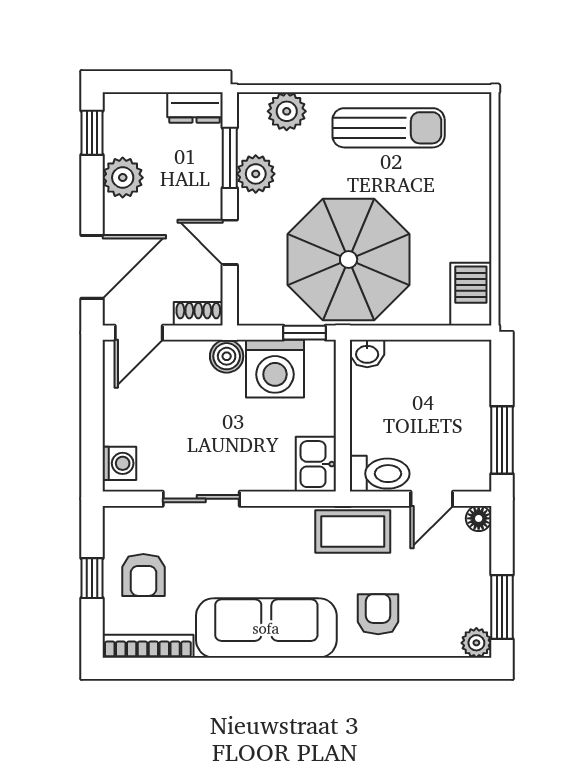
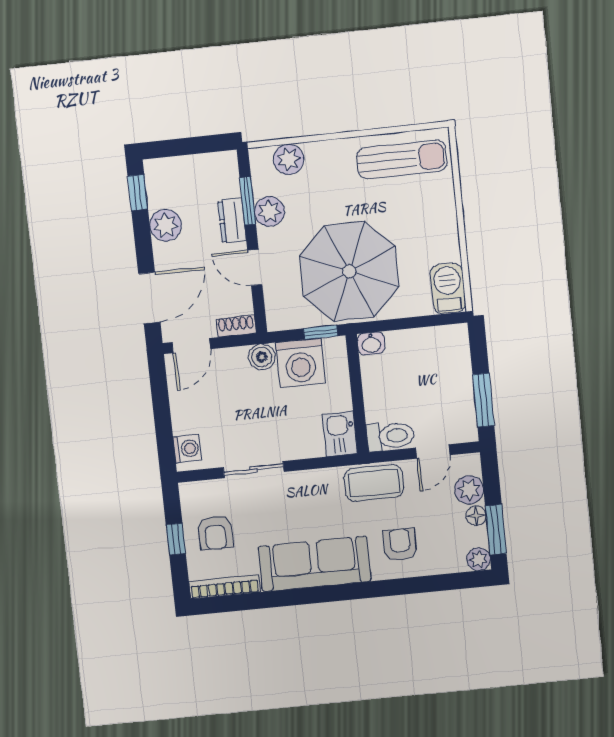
dresser: (195, 108) -> (232, 221), moved, turned 90
sun lounger: (389, 128) -> (402, 159), moved
floor lamp: (479, 518) -> (476, 516), moved
plant: (473, 552) -> (469, 490), added

